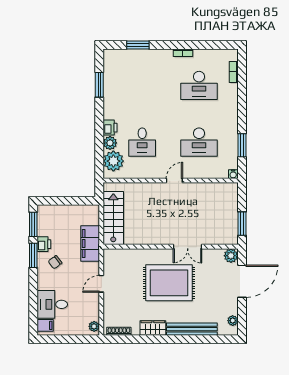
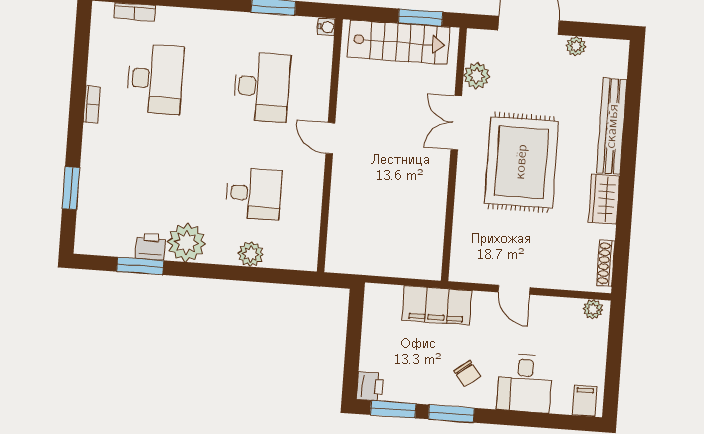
printer: (110, 128) -> (151, 246), moved
plant: (113, 161) -> (186, 243), moved
stairs: (113, 218) -> (399, 42), moved, turned 180
printer: (44, 244) -> (370, 386), moved, turned 90
double door: (188, 247) -> (456, 123), swing flipped
plant: (231, 256) -> (477, 76), moved
desk: (52, 304) -> (525, 383), moved
plant: (233, 321) -> (576, 46), moved

